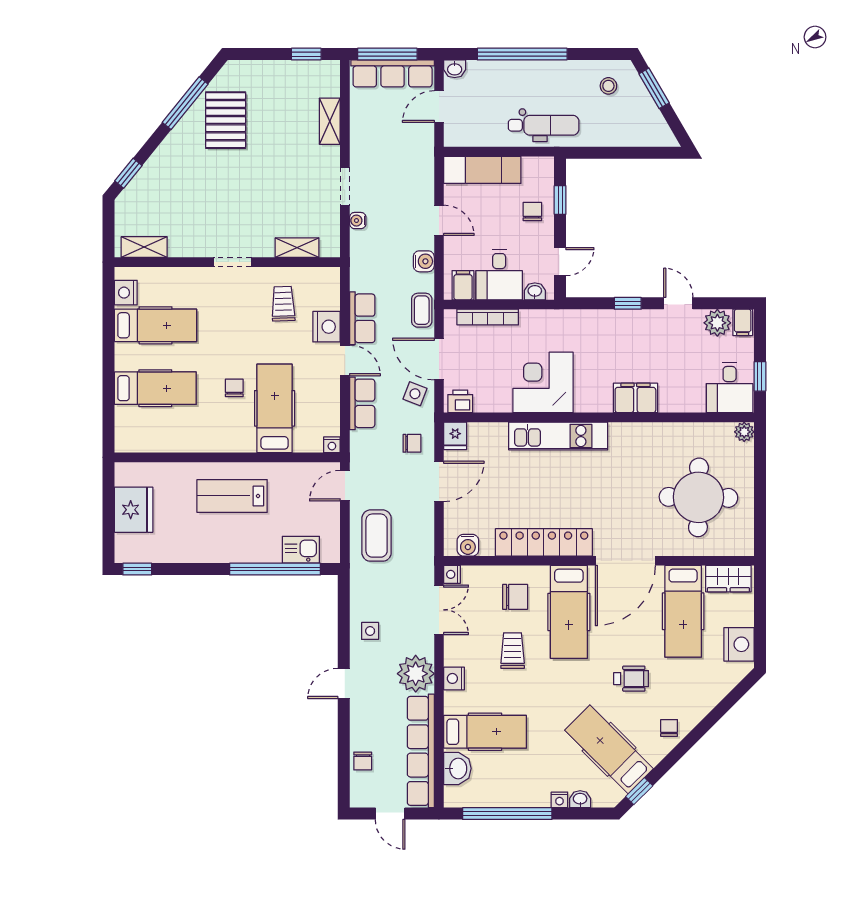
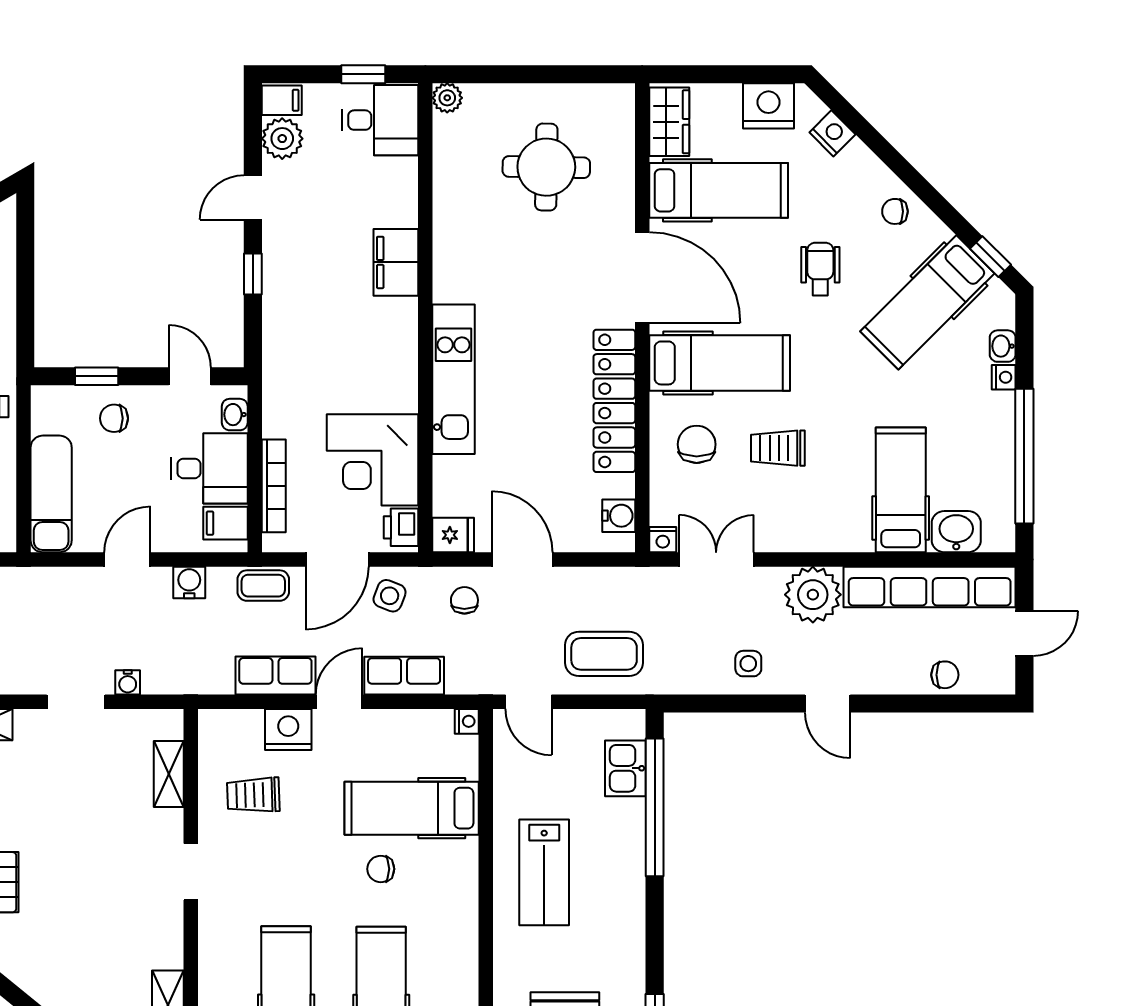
corner desk: (543, 382) -> (372, 460), moved
round table: (698, 497) -> (546, 167), width x0.73, depth x0.73
nightstand: (454, 678) -> (832, 133), moved, turned -135

